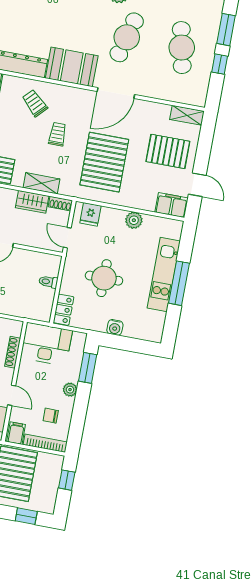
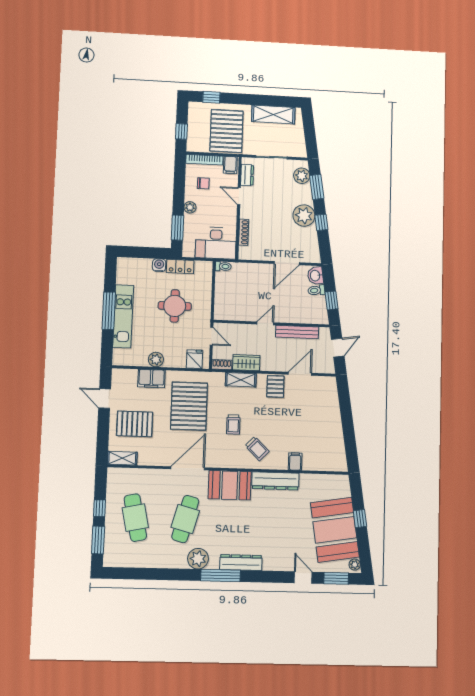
filing cabinet: (172, 205) -> (151, 378), moved
toilet: (48, 282) -> (223, 266), moved
locker: (64, 310) -> (180, 266), moved, turned -90

